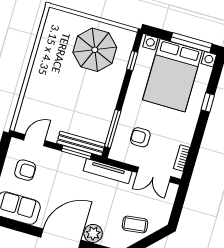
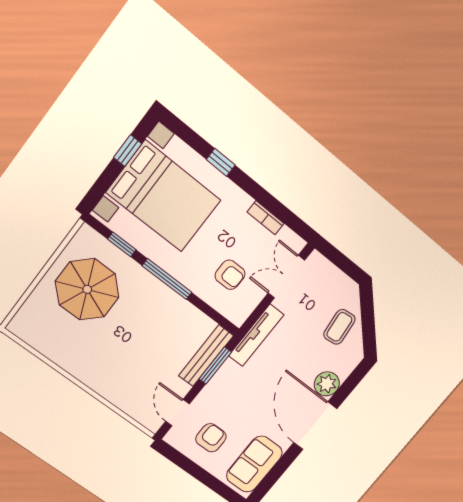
window: (191, 43) -> (128, 151), width x0.46
window: (113, 129) -> (167, 279), moved
armchair: (140, 137) -> (230, 275), turned -90
bookcase: (182, 158) -> (266, 218), moved
double door: (154, 174) -> (286, 277), swing flipped

